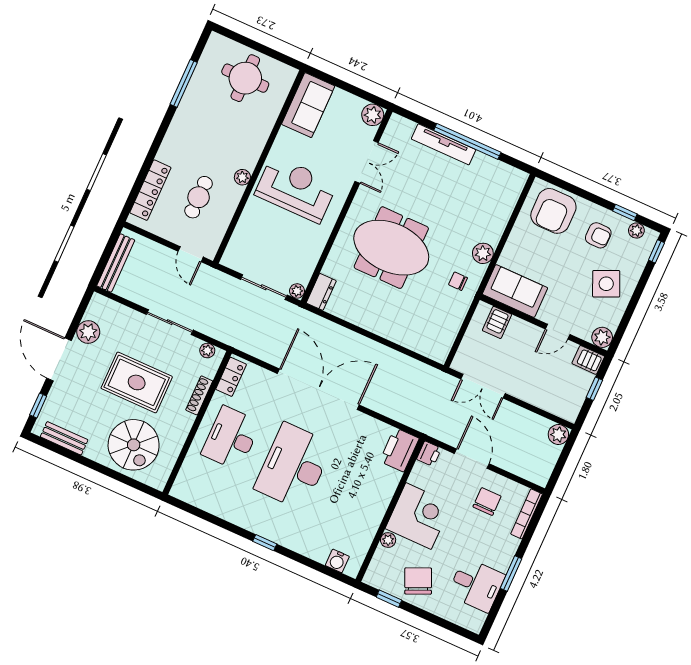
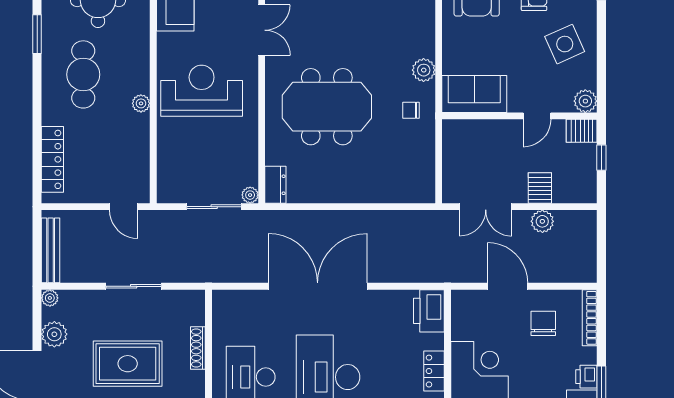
window: (184, 83) -> (37, 34), width x0.69
cafe table: (199, 197) -> (83, 74), moved, width x1.37, depth x1.35
server rack: (497, 322) -> (540, 188), moved, turned 180
plant: (207, 351) -> (50, 298), moved
locker: (231, 377) -> (434, 371), moved, turned 180
plant: (558, 435) -> (542, 221), moved
printer: (429, 454) -> (586, 377), moved, turned 180

